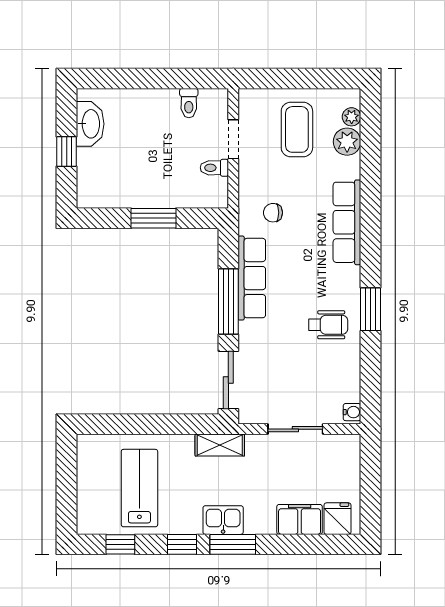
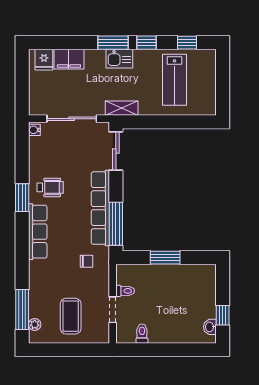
washbasin: (90, 124) -> (210, 327), width x0.52, depth x0.69
window: (371, 140) -> (22, 310), added
plant: (347, 142) -> (38, 308), removed
window: (67, 152) -> (223, 315), moved
row of seats: (347, 222) -> (38, 232), moved
row of seats: (252, 278) -> (100, 208), width x1.36
window: (228, 301) -> (116, 224), moved
wheelchair: (328, 325) -> (50, 187), turned 180
sliding door: (295, 429) -> (72, 119), width x1.37

